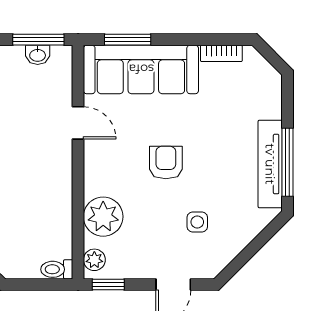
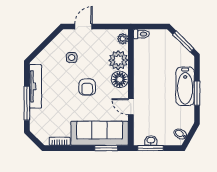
window: (288, 162) -> (27, 103), moved
floor lamp: (100, 178) -> (120, 79), added
window: (108, 284) -> (116, 27), removed

